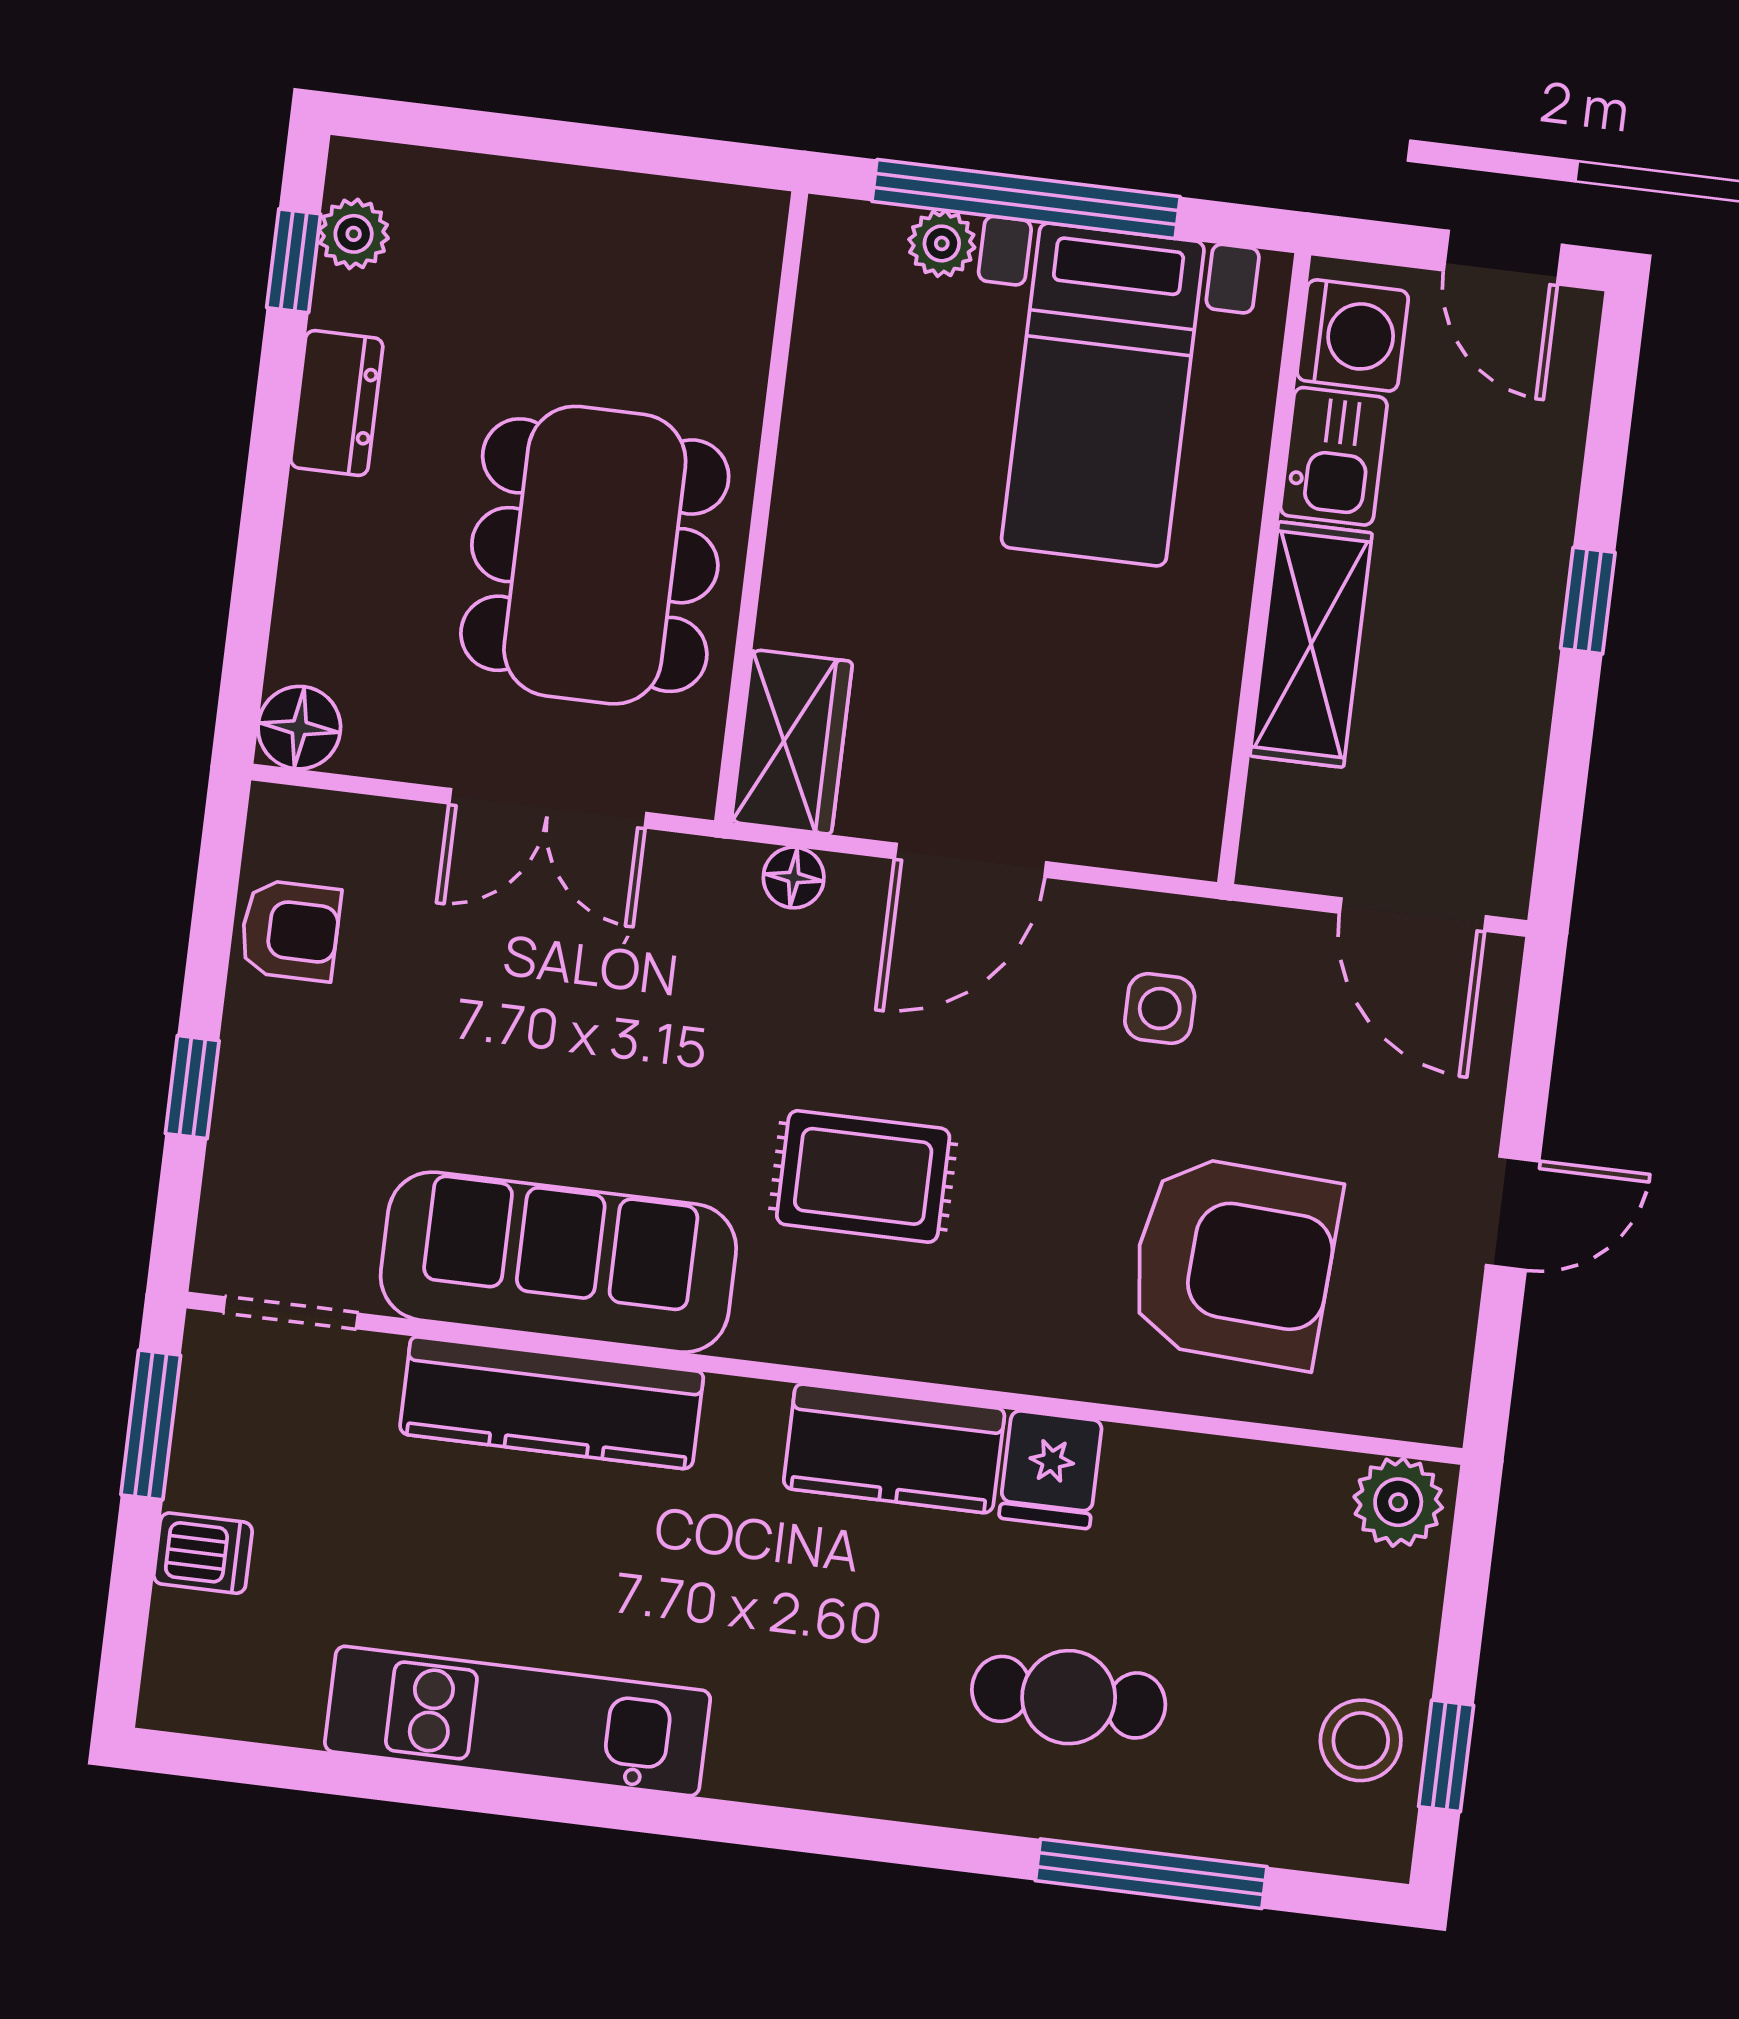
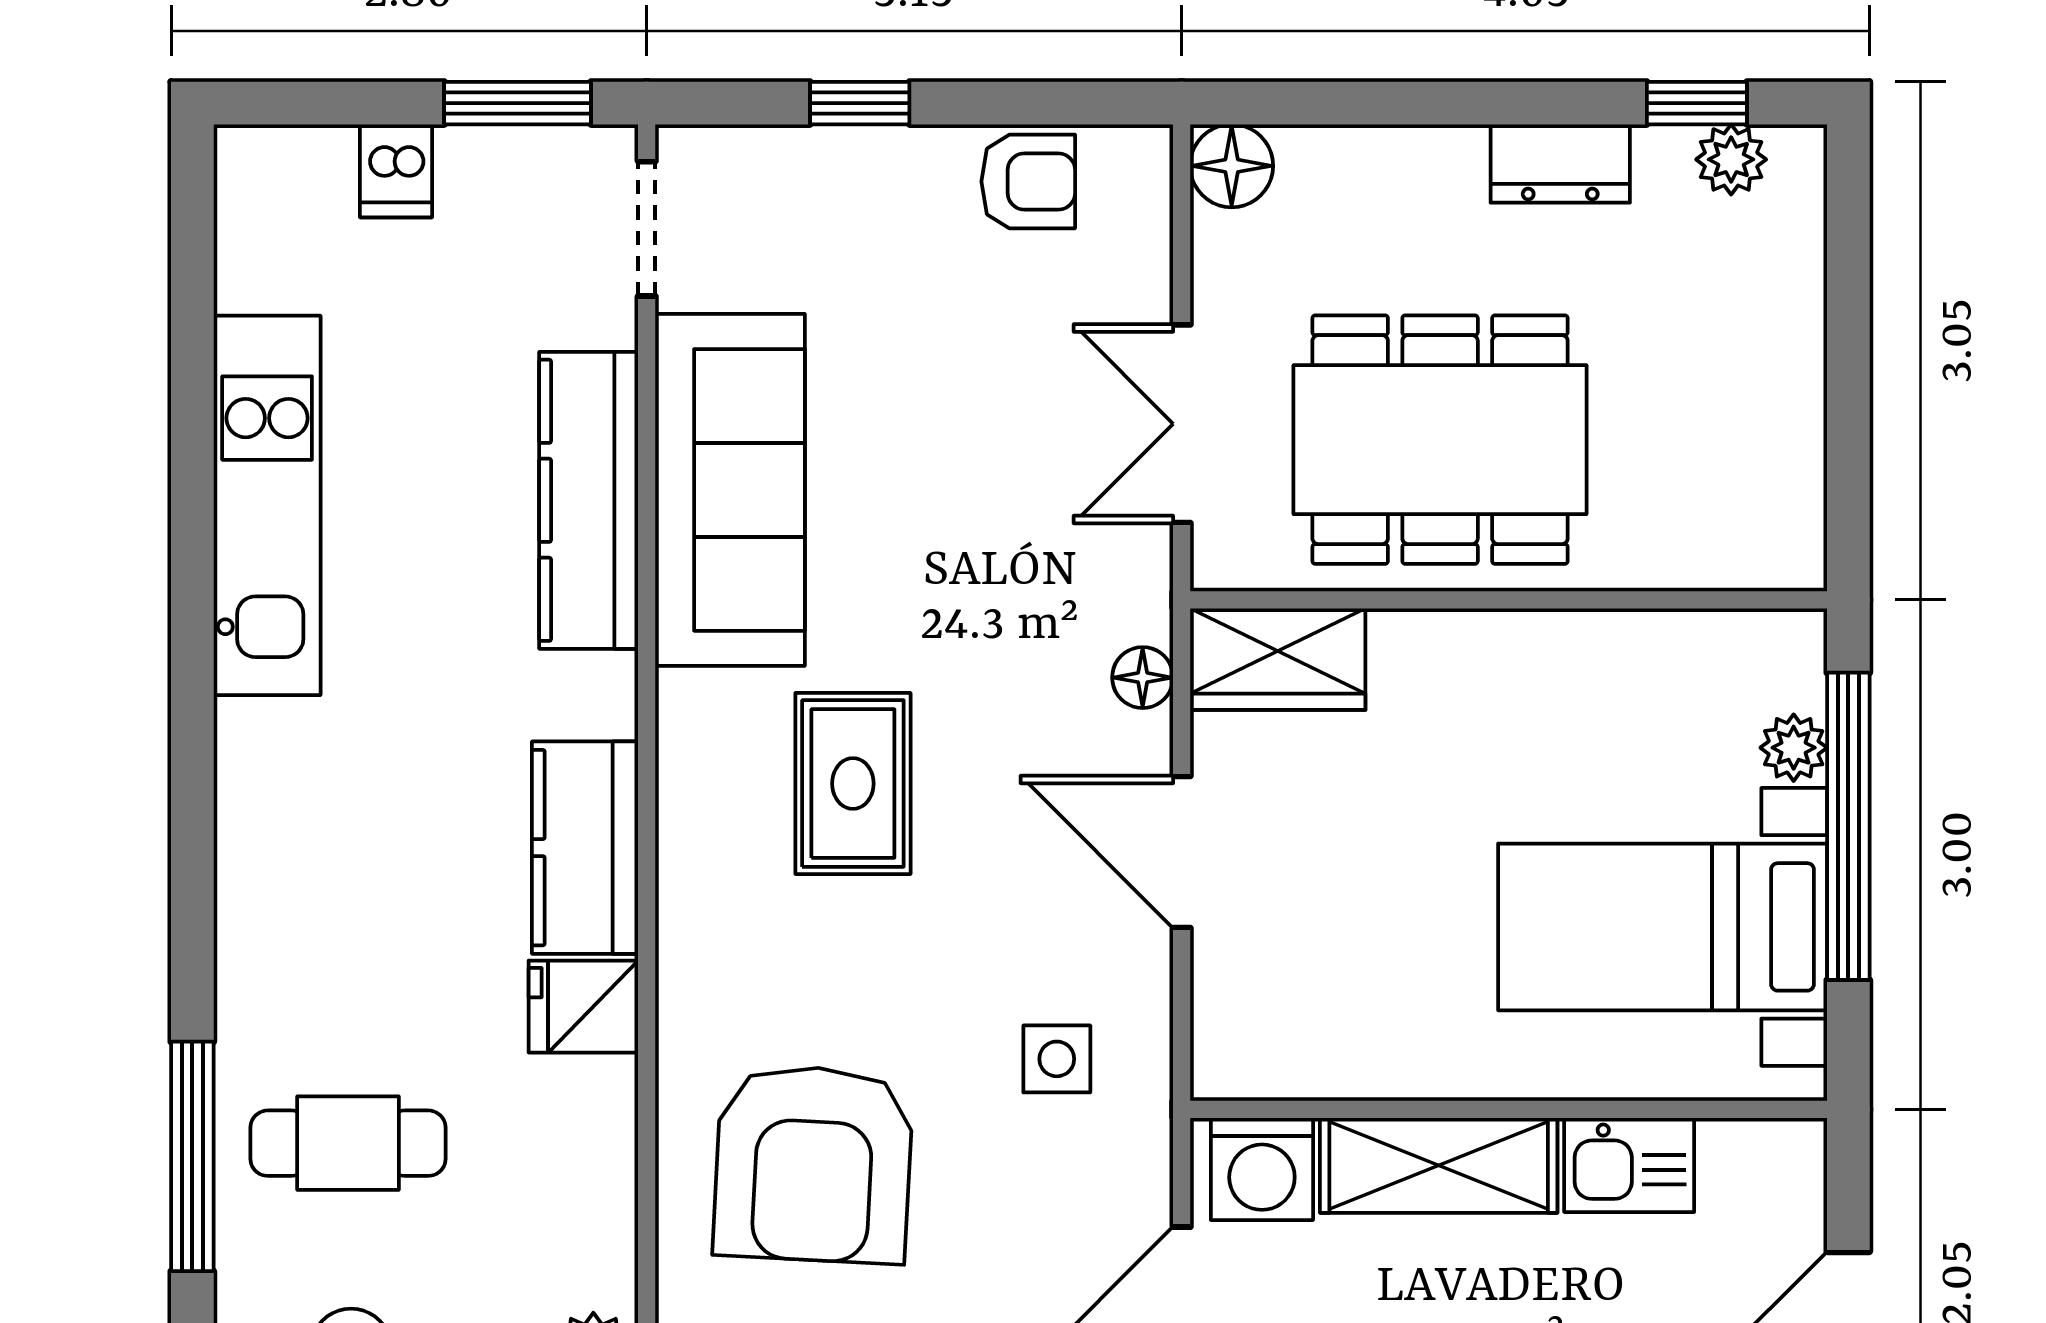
washing machine: (1353, 335) -> (1262, 1169), moved
armchair: (290, 930) -> (1028, 181), turned -90
cafe table: (1069, 1697) -> (348, 1143), moved, turned 90

